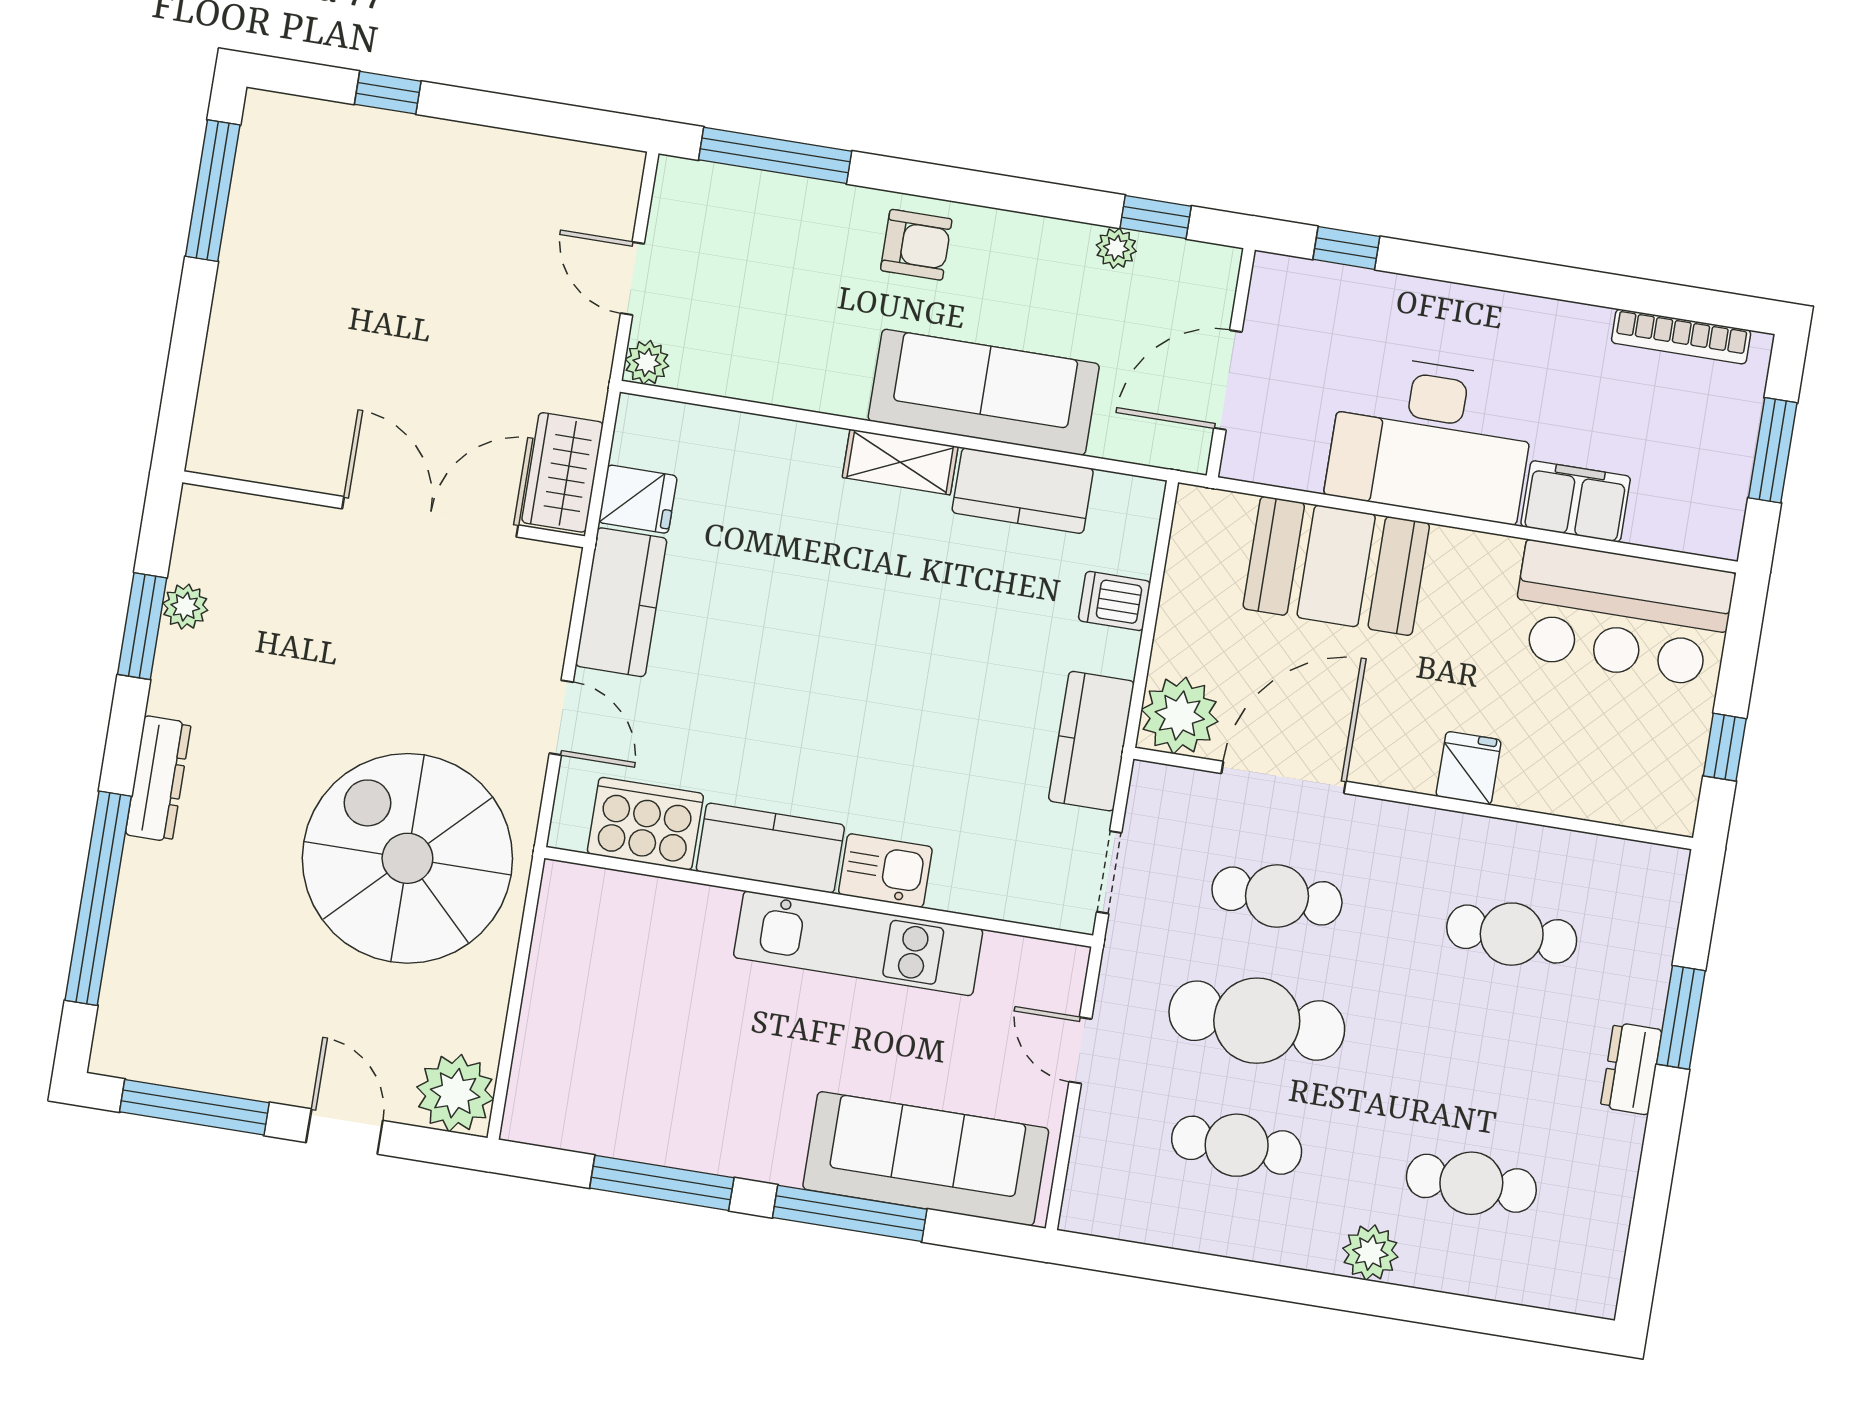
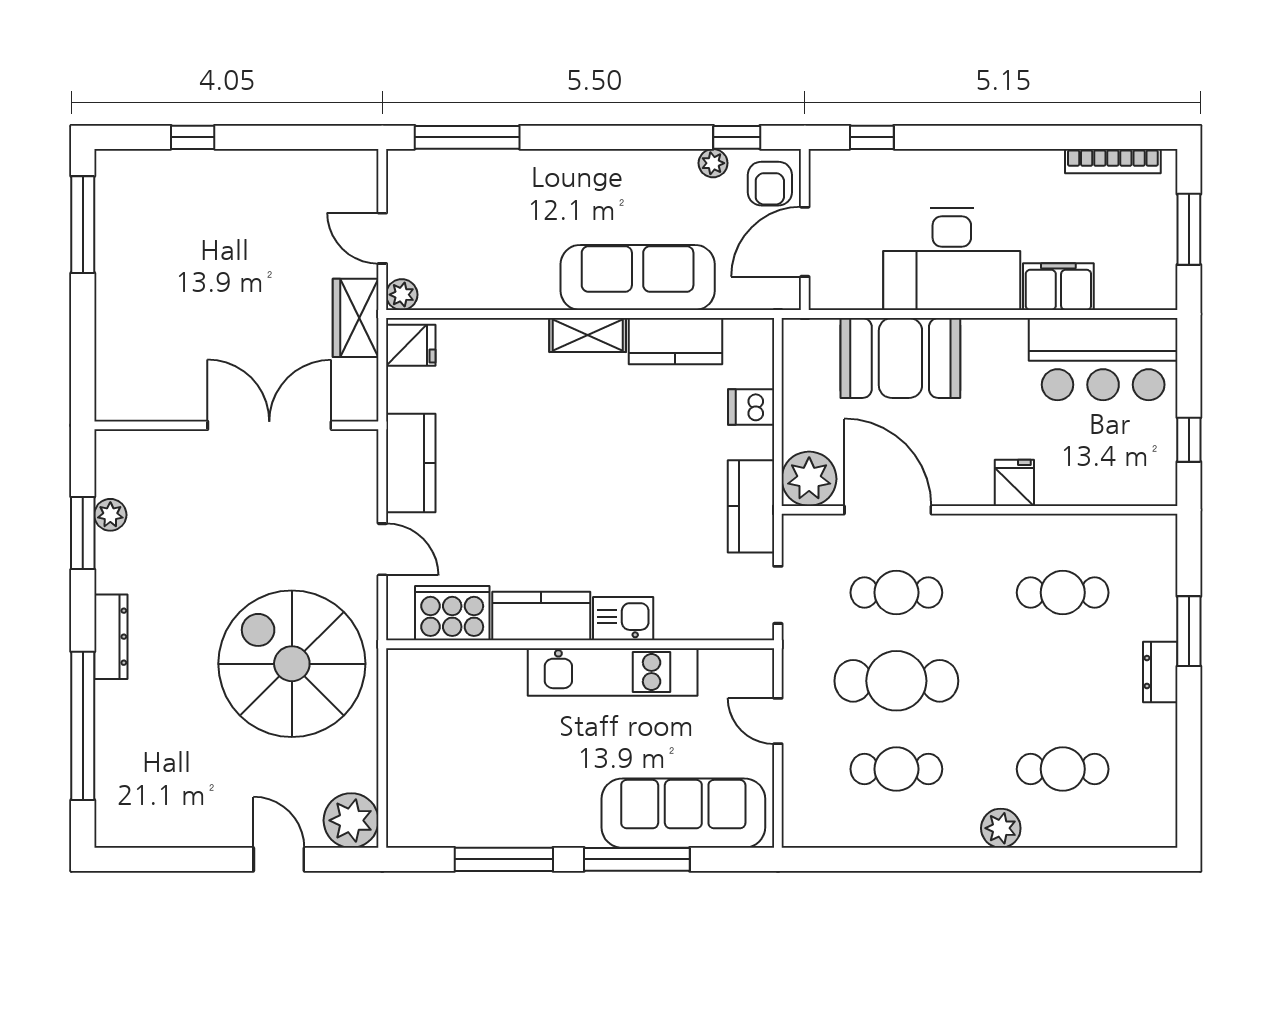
armchair: (916, 245) -> (770, 184), moved, turned 90
wardrobe: (562, 472) -> (356, 318), moved
fridge: (638, 499) -> (411, 345), moved
door: (1284, 777) -> (888, 510), hinge flipped
window: (194, 1107) -> (173, 859), removed

